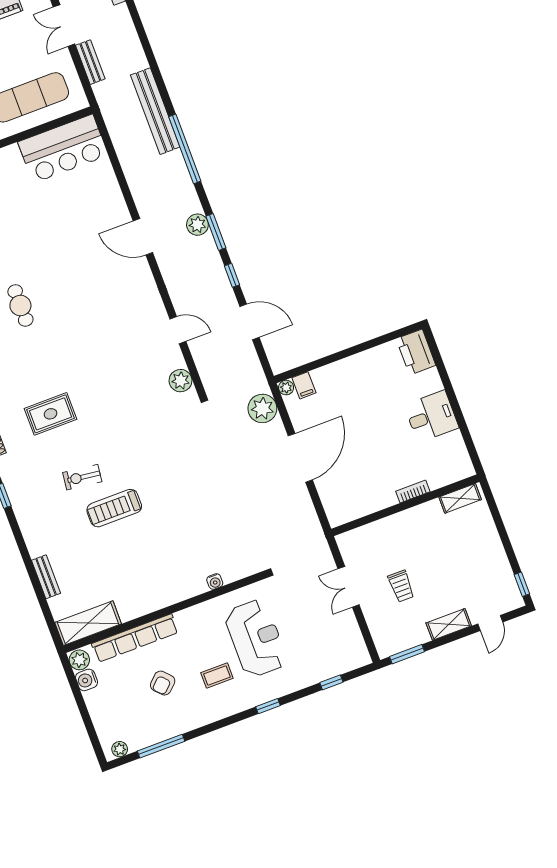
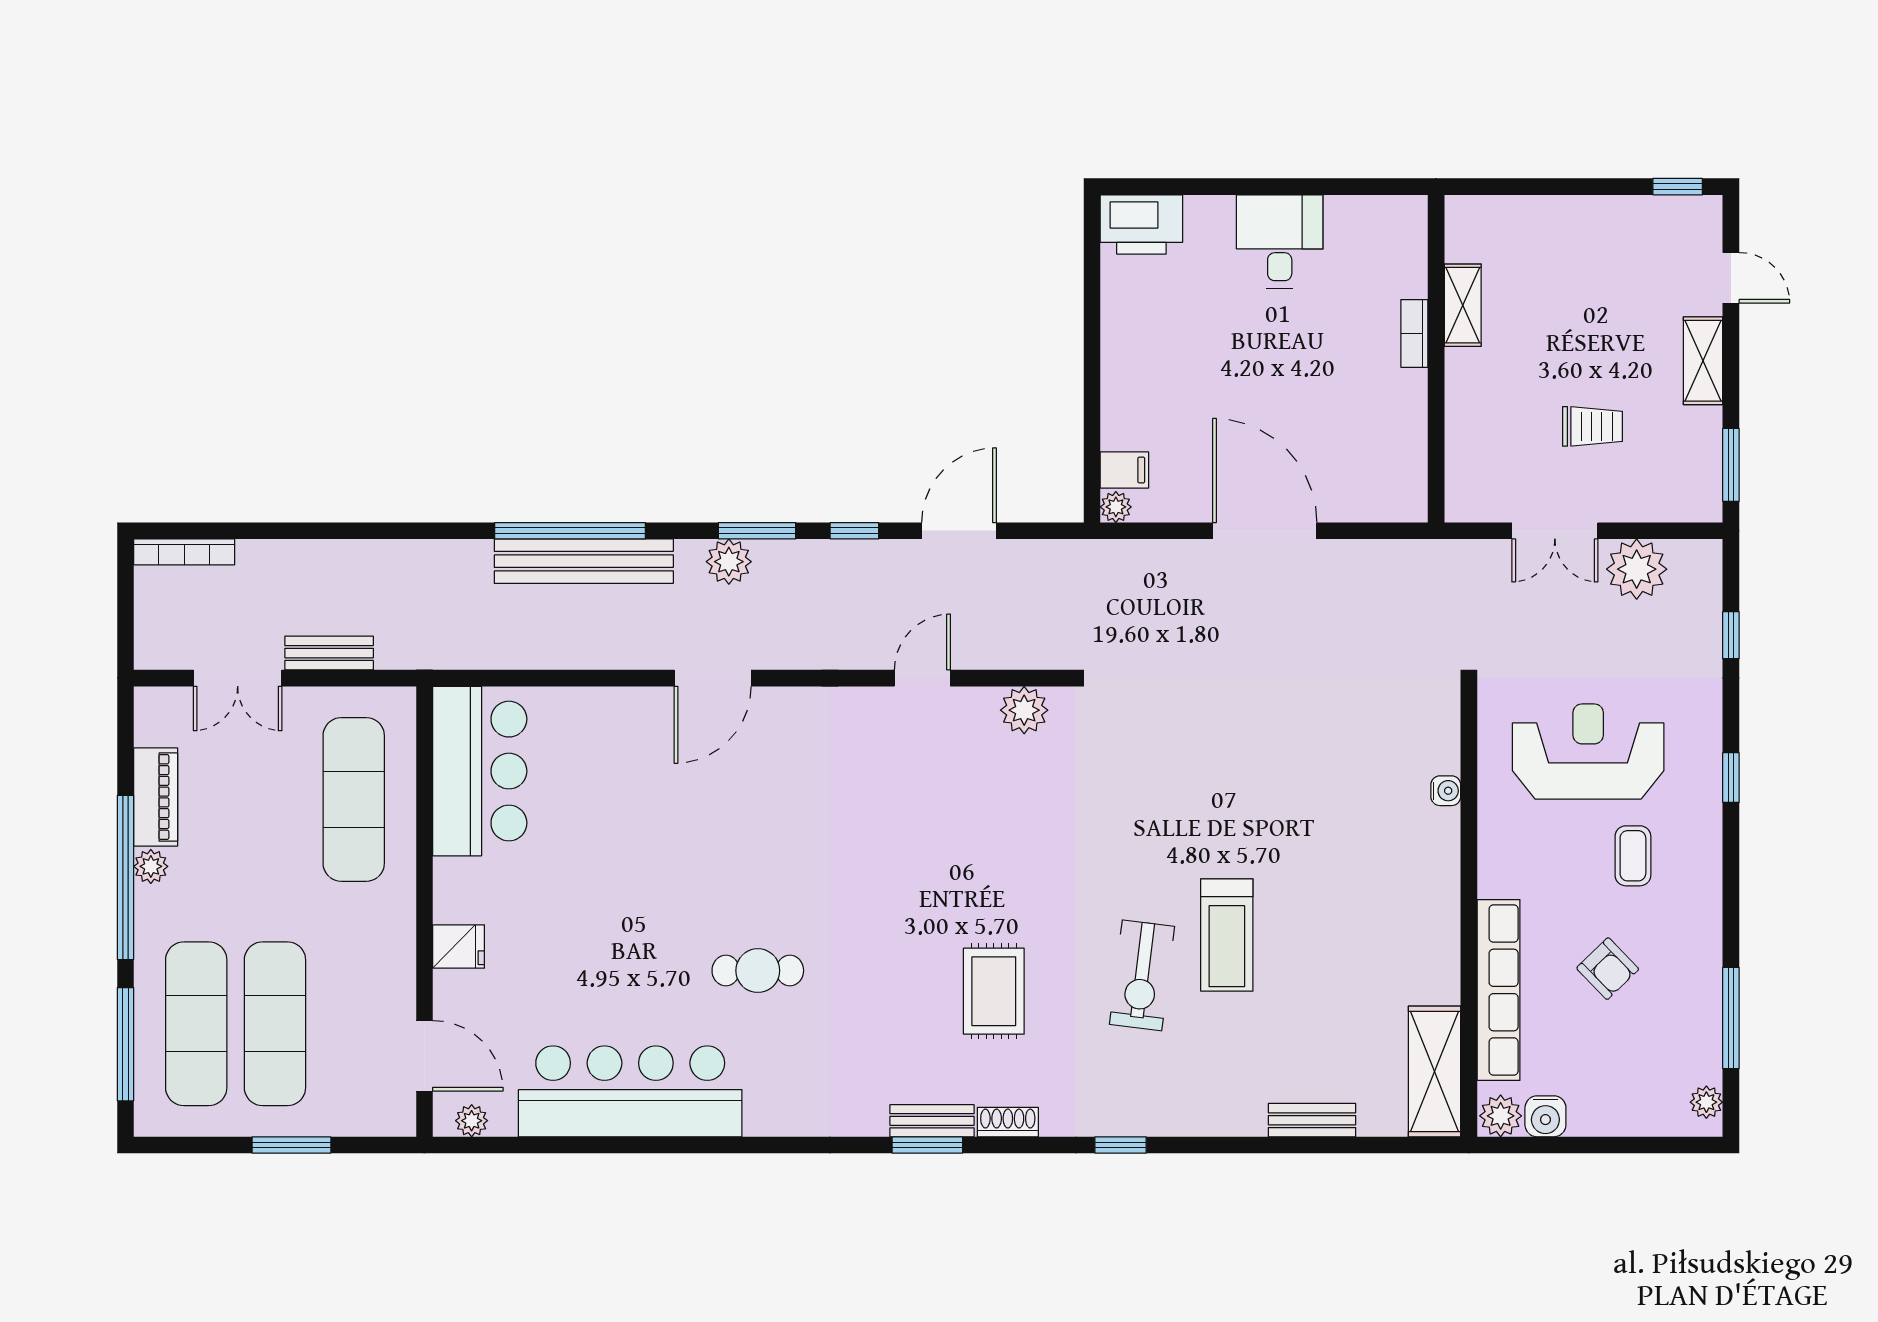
bench: (155, 111) -> (584, 561), moved
plant: (262, 408) -> (1637, 569), moved
exercise bike: (82, 477) -> (1142, 975), width x1.38, depth x1.39
shelving: (460, 498) -> (1463, 305), moved

